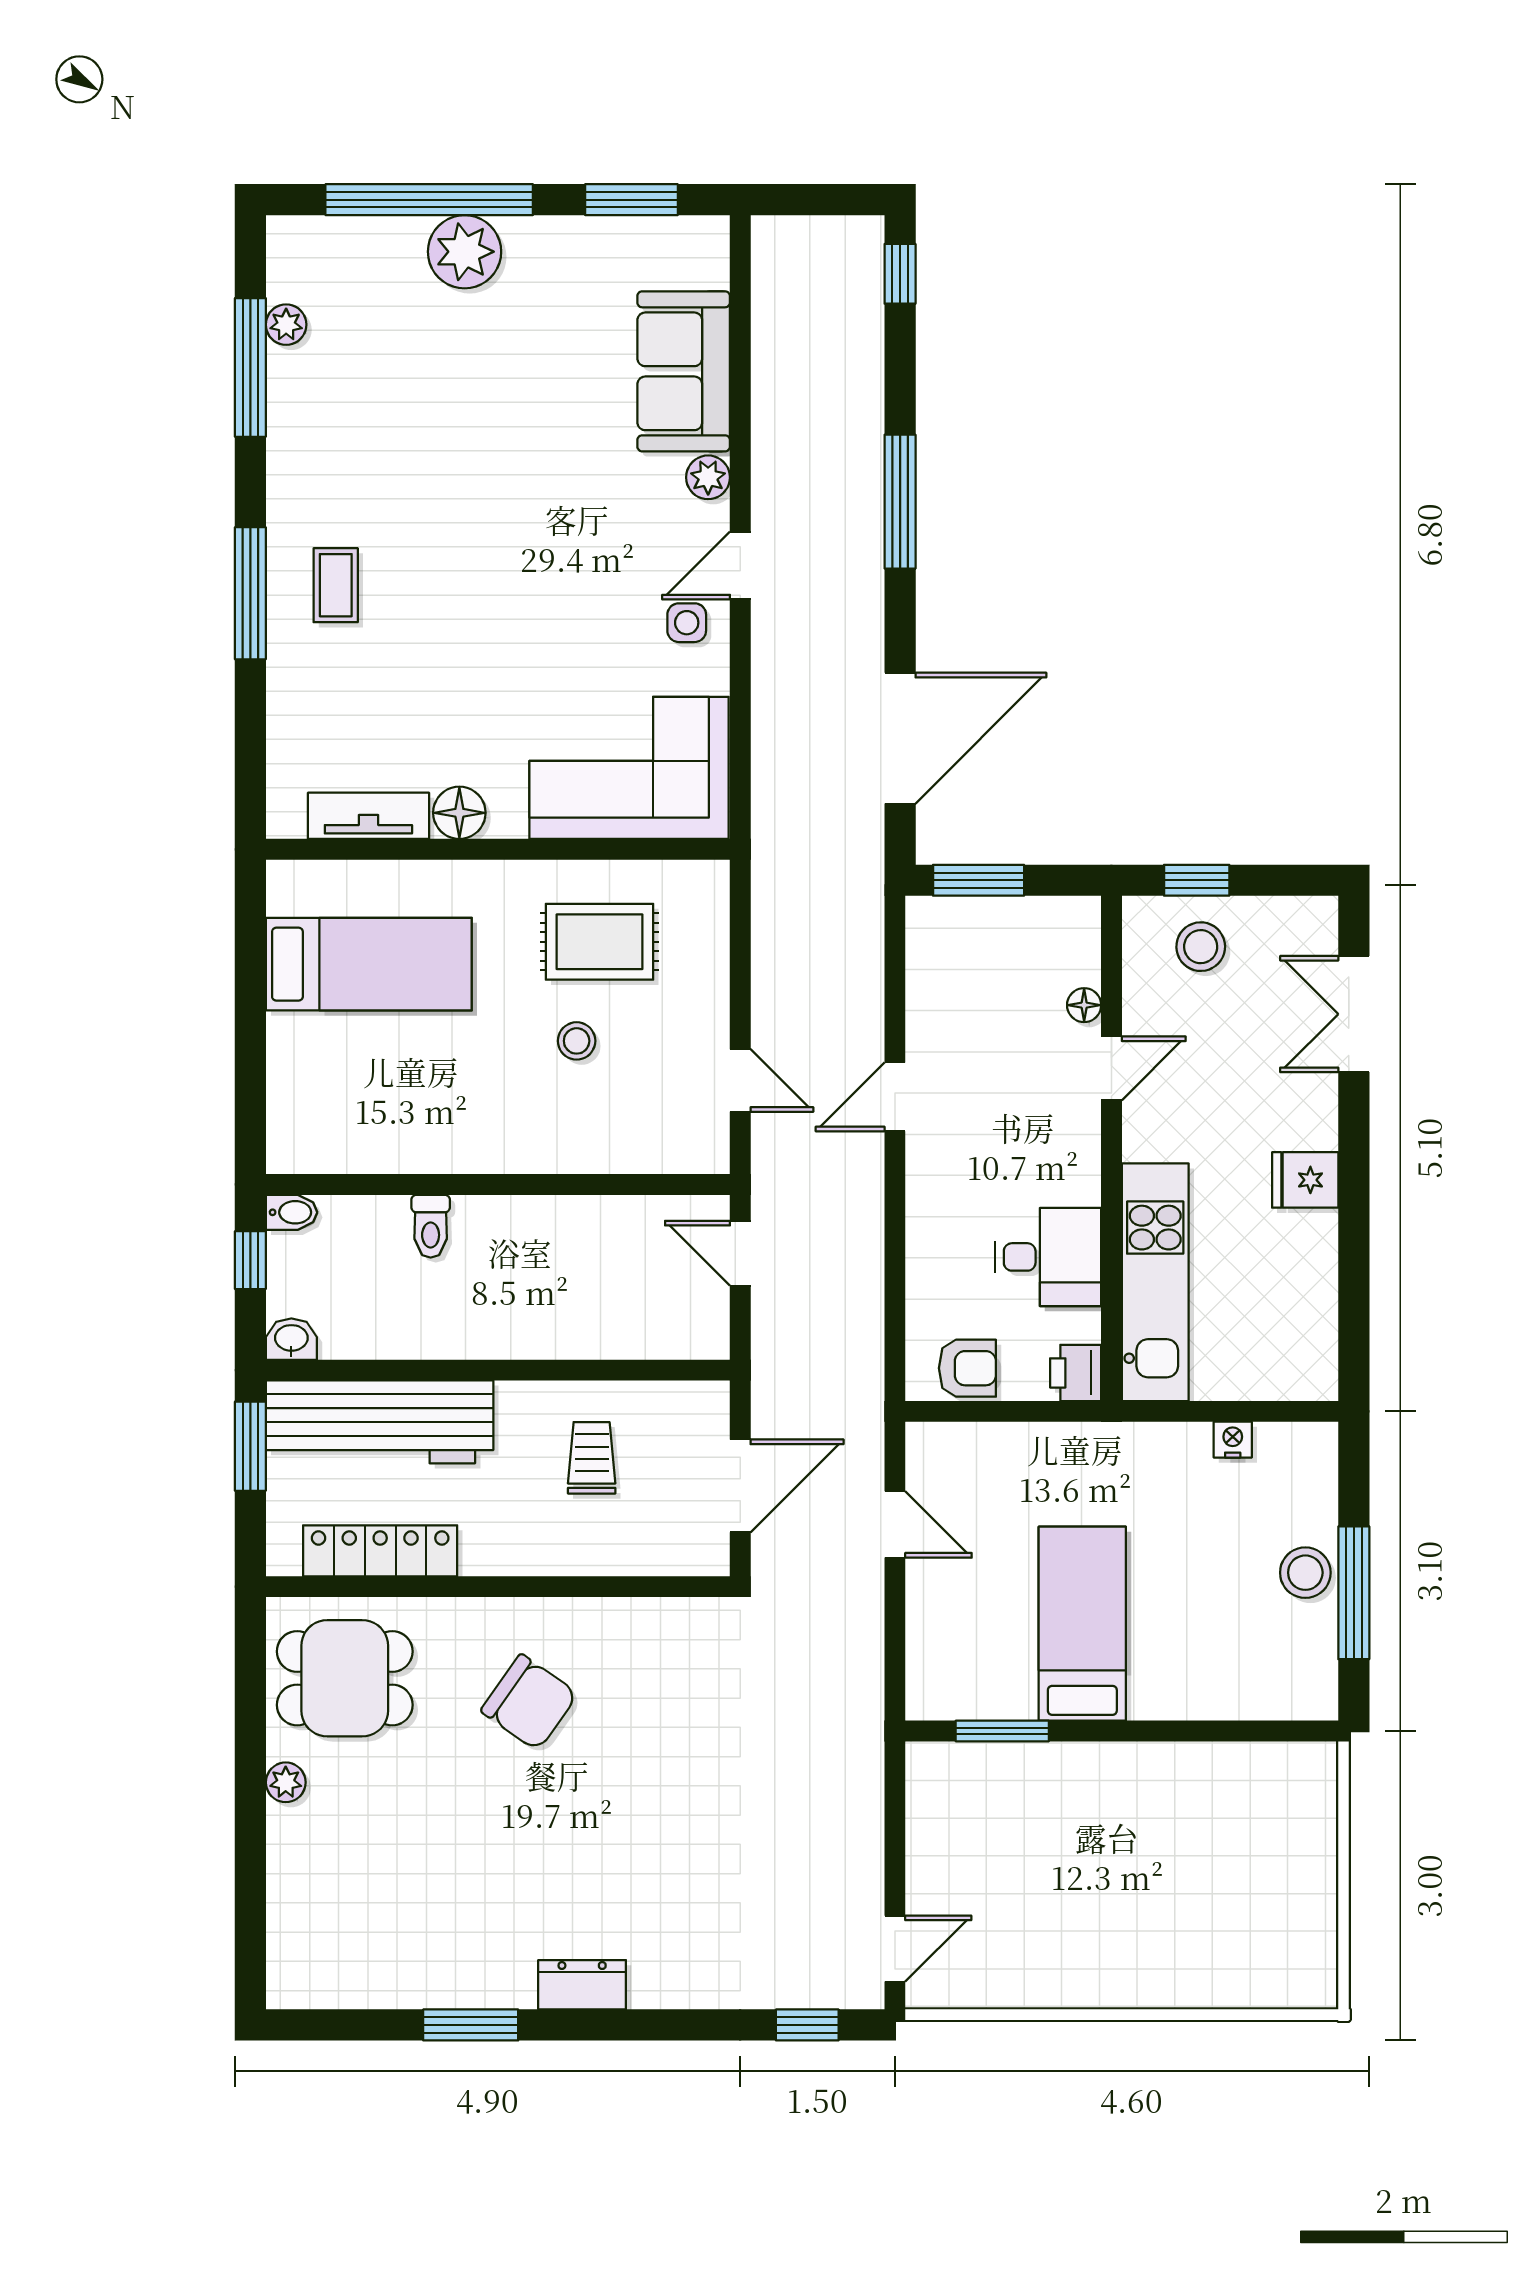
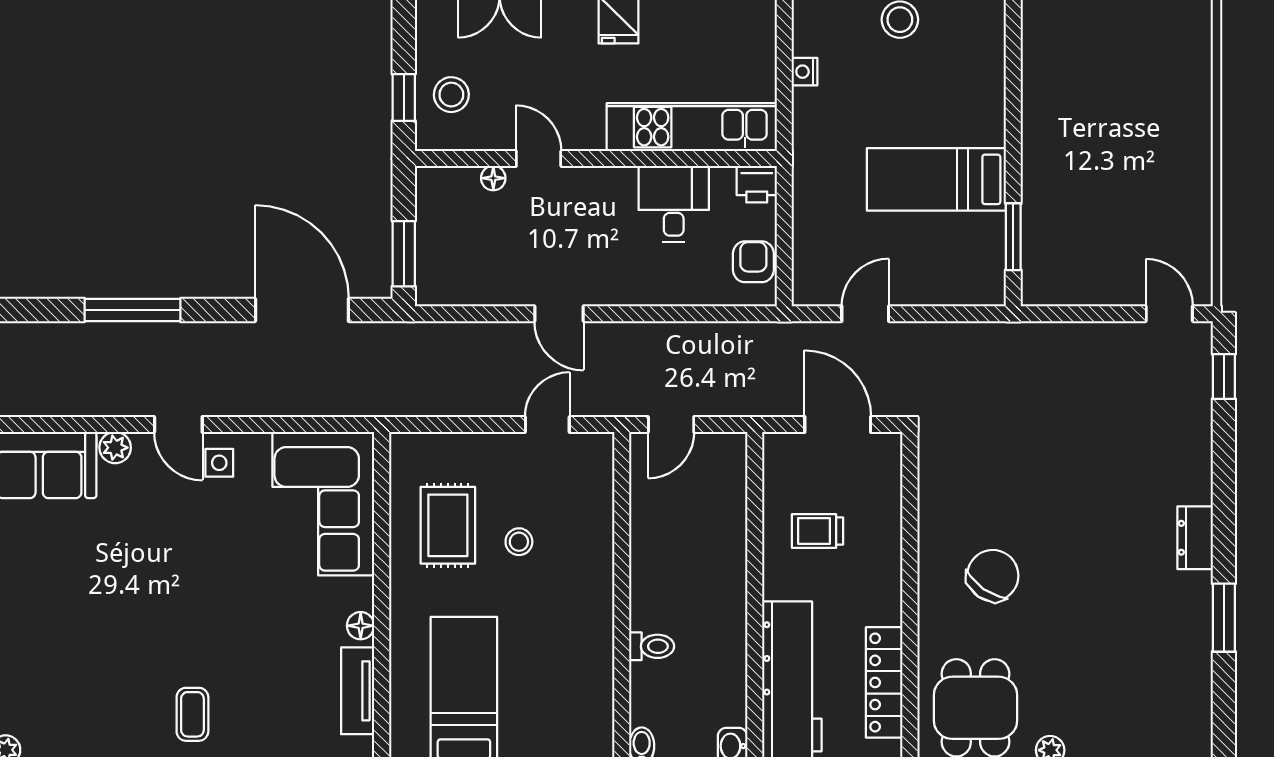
coffee table: (336, 585) -> (192, 714), turned 90
floor lamp: (459, 813) -> (361, 626), width x0.73, depth x0.73

